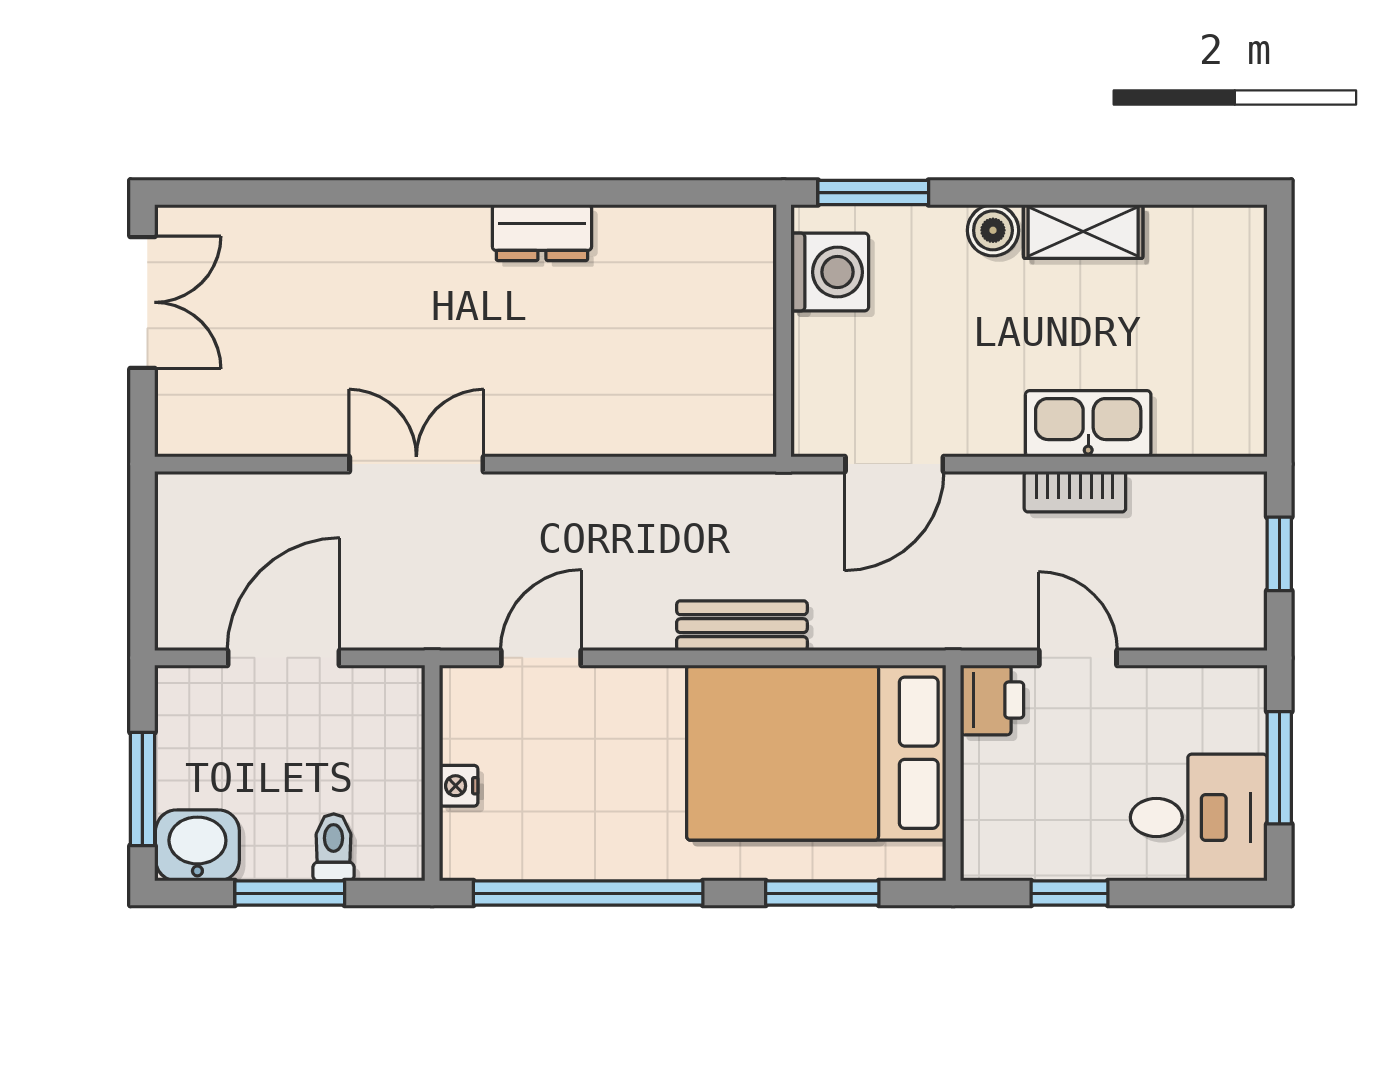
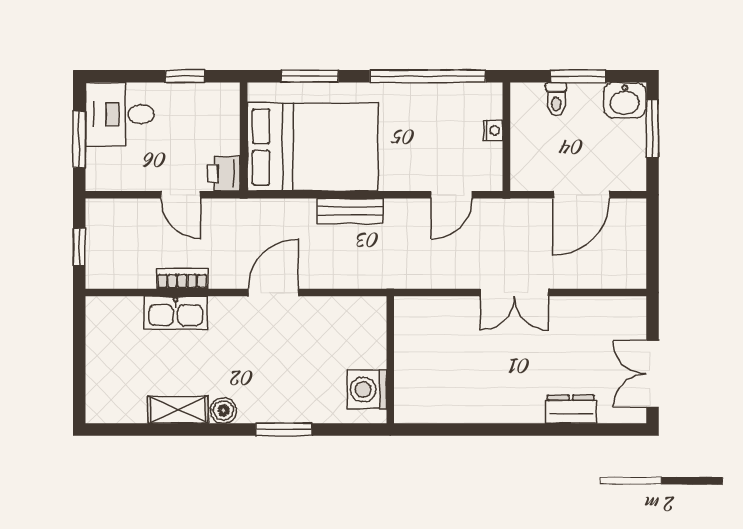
dresser: (542, 233) -> (571, 409), moved
washing machine: (830, 272) -> (367, 389), moved
wall: (784, 331) -> (390, 360), moved

